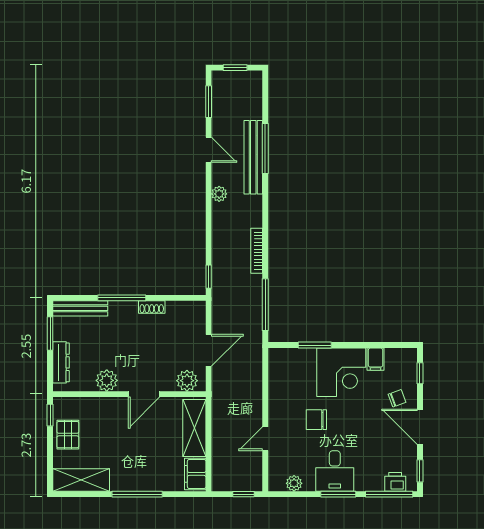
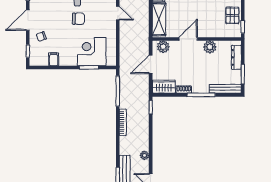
wardrobe: (186, 312) -> (164, 87), added
corner desk: (341, 372) -> (92, 52), moved
chair: (316, 420) -> (78, 19), moved
door: (420, 427) -> (28, 20), swing flipped
door: (265, 439) -> (118, 13), hinge flipped

